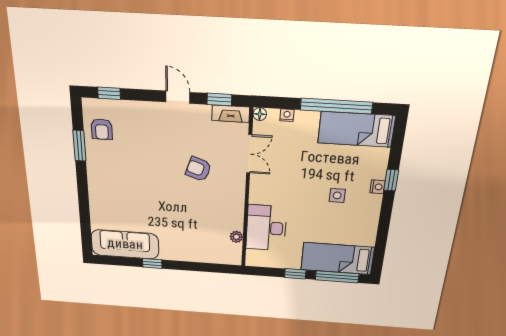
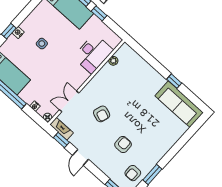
armchair: (102, 129) -> (133, 173), turned 180
armchair: (143, 153) -> (123, 145), added

